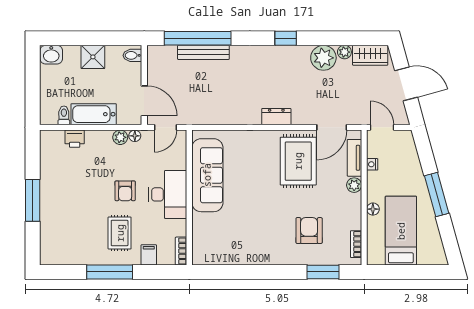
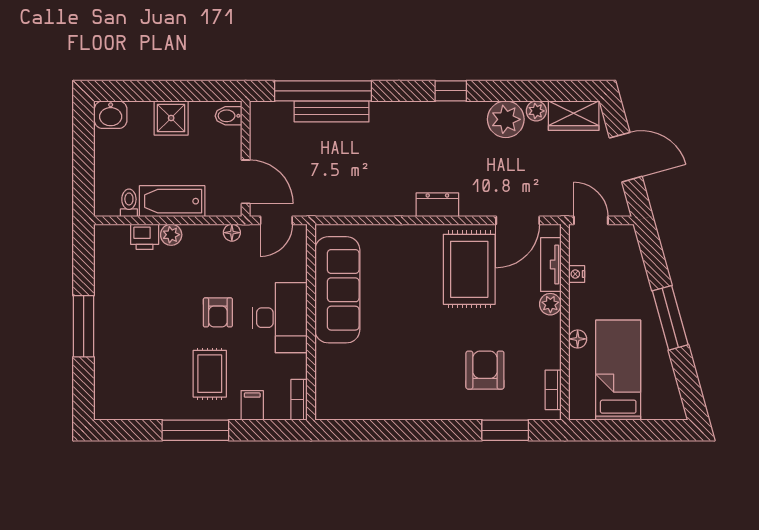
plant: (120, 137) -> (171, 235), moved

